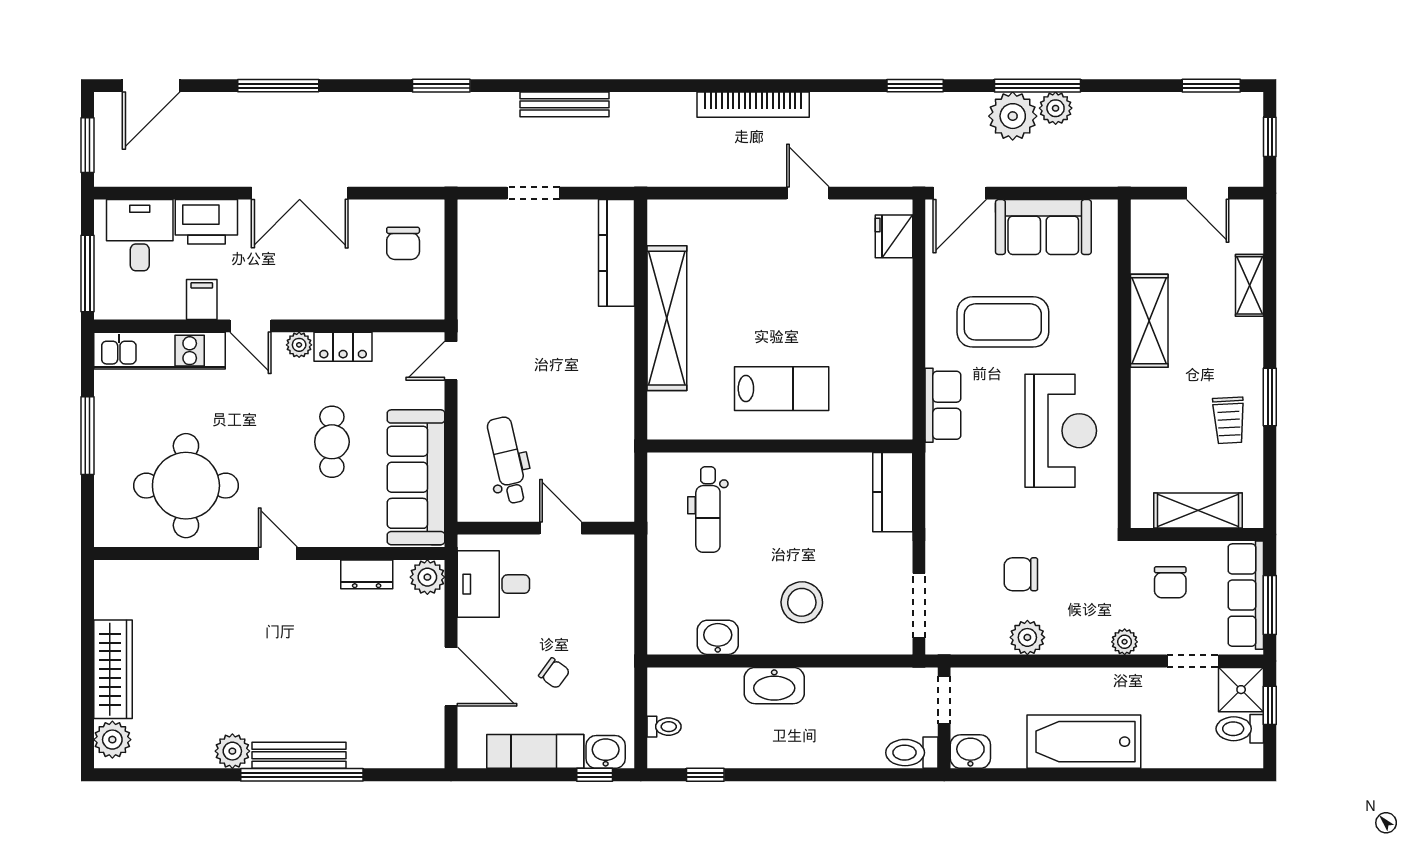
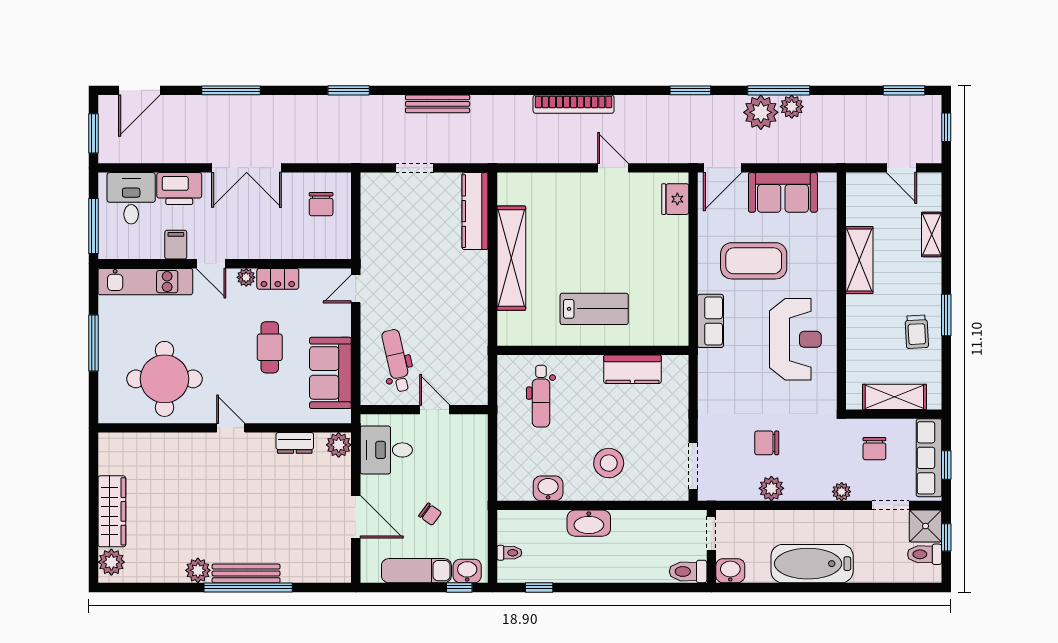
sofa: (416, 477) -> (330, 373), width x0.73
kitchen counter: (893, 492) -> (632, 369), moved, turned -90
window: (1270, 605) -> (946, 465), width x0.67

